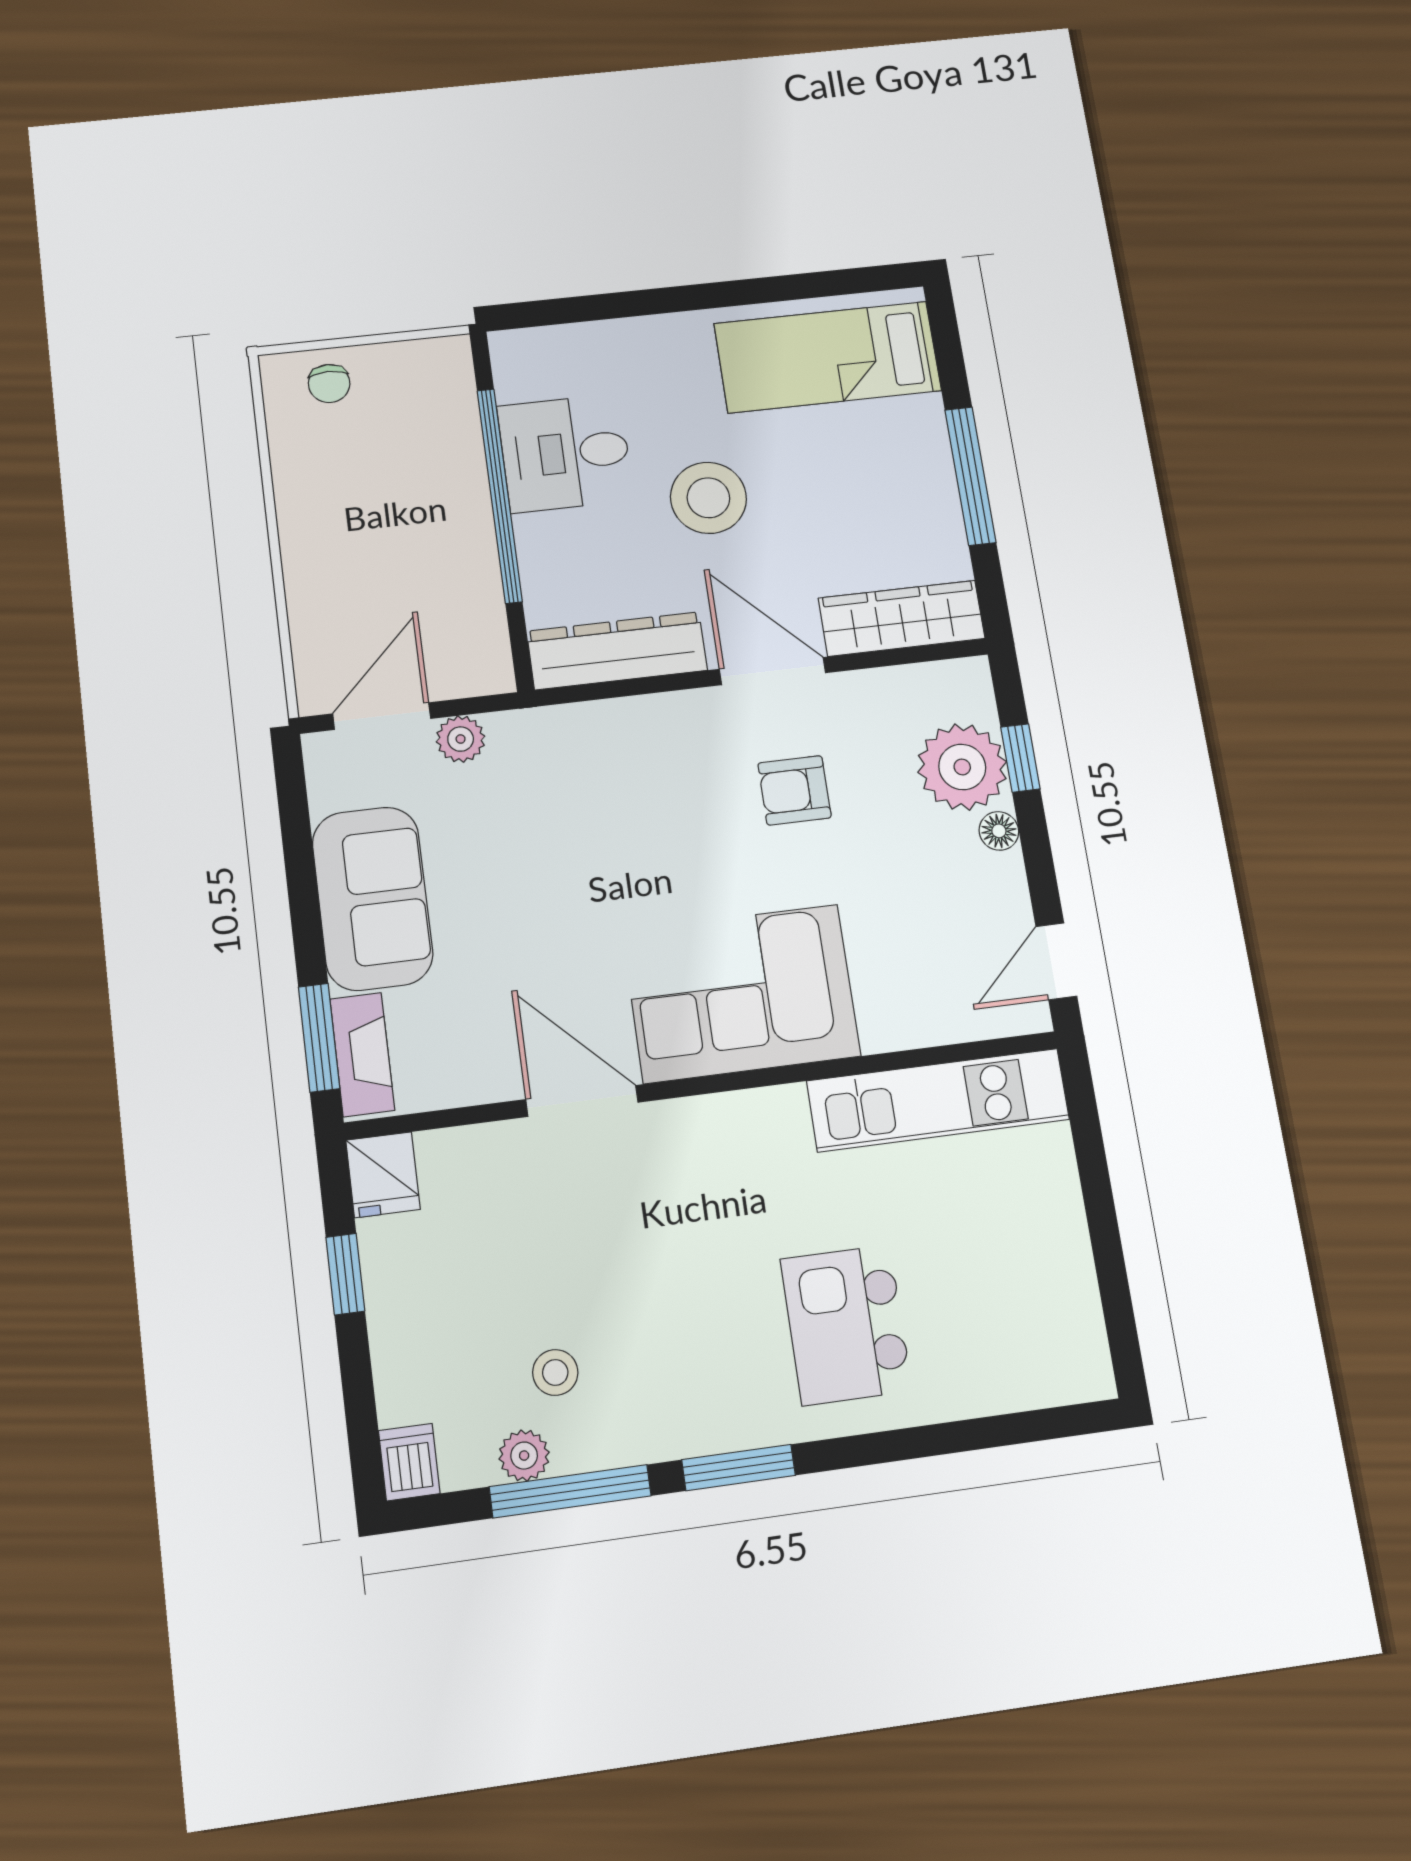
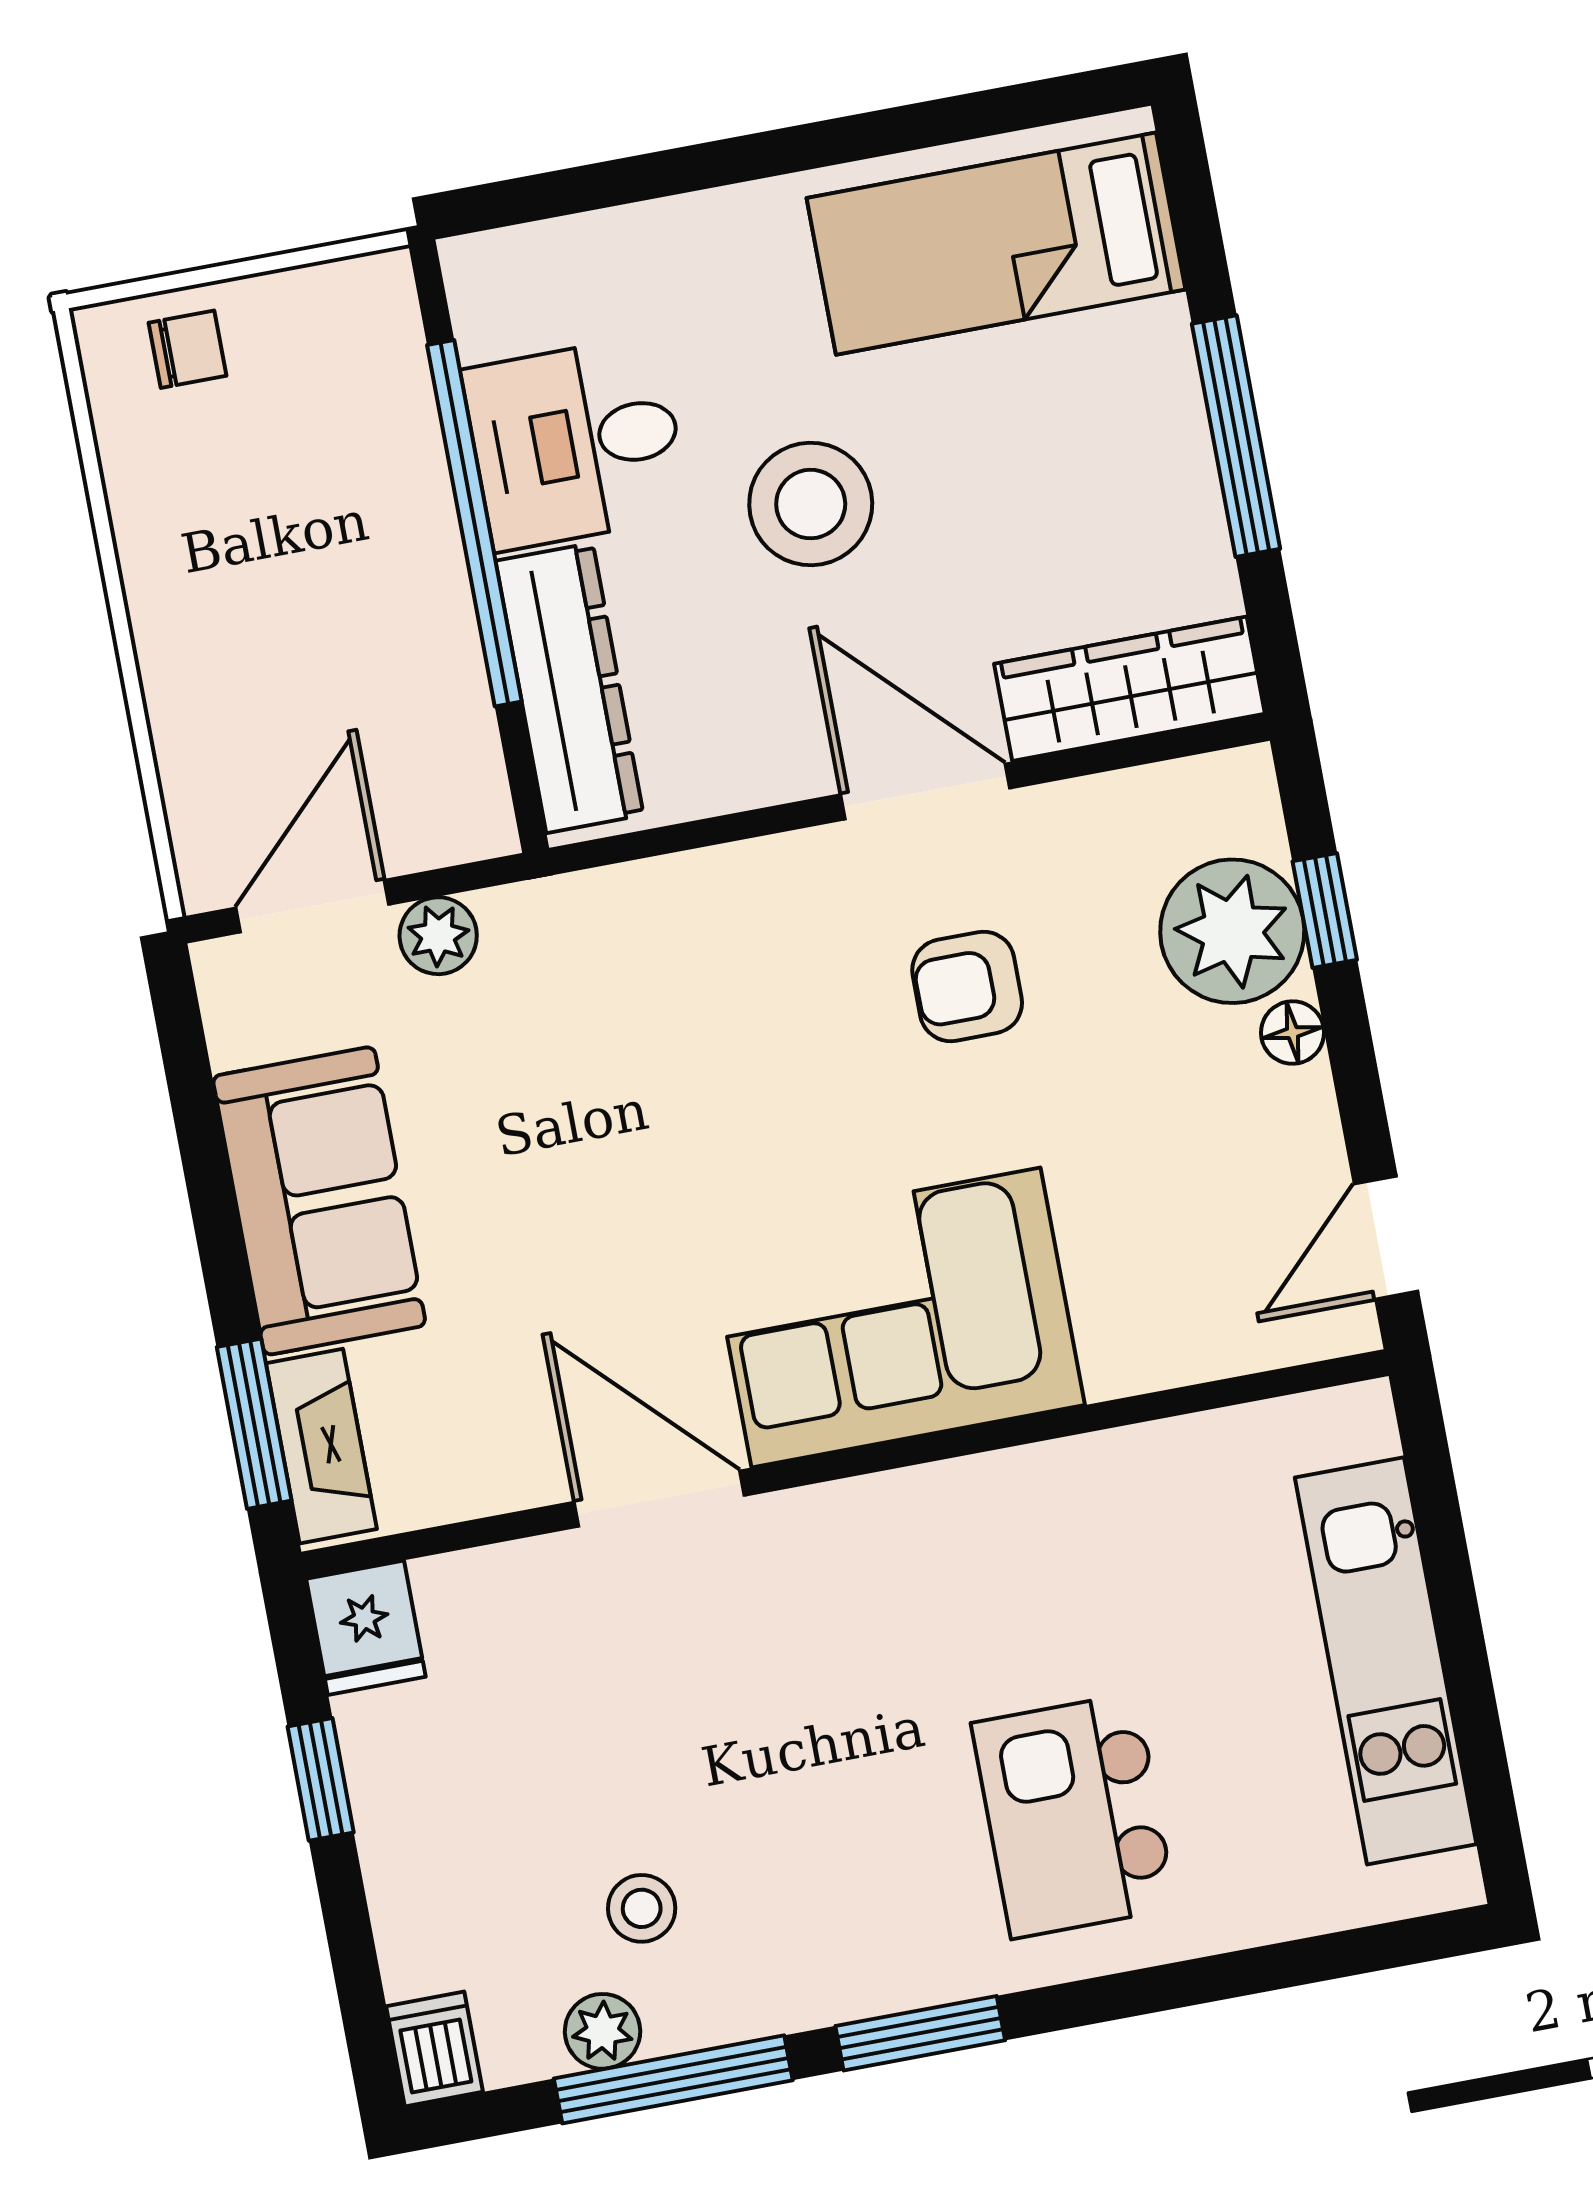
chair: (329, 384) -> (188, 349), turned -90
dresser: (617, 651) -> (569, 688), moved, turned 90
kitchen unit: (938, 1100) -> (1386, 1661), moved, turned 90

